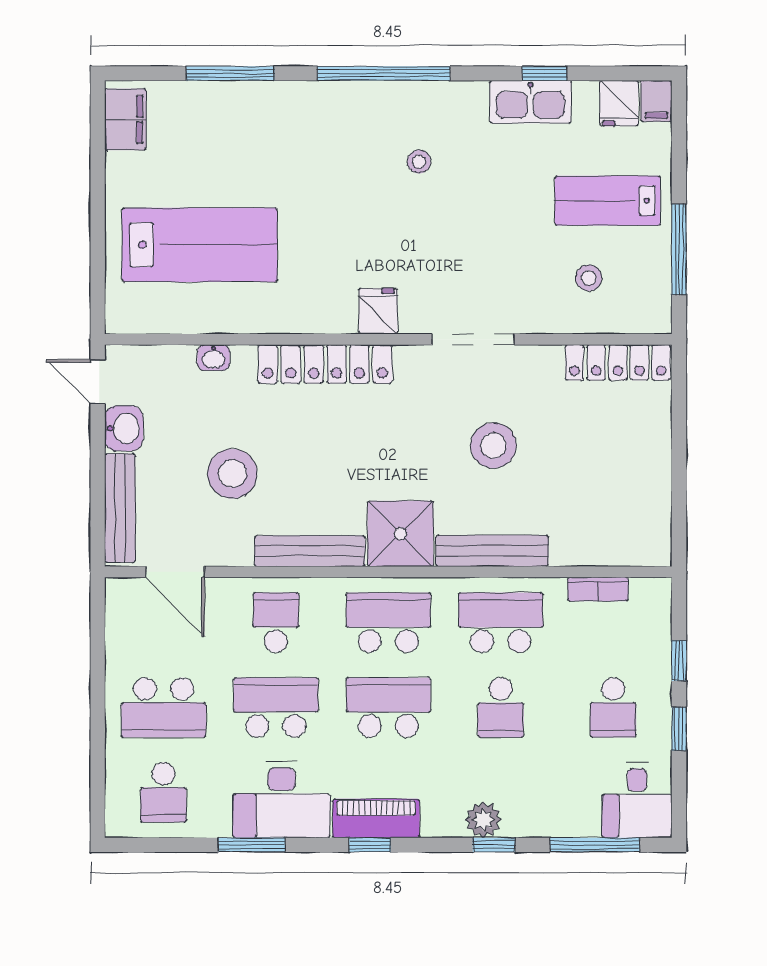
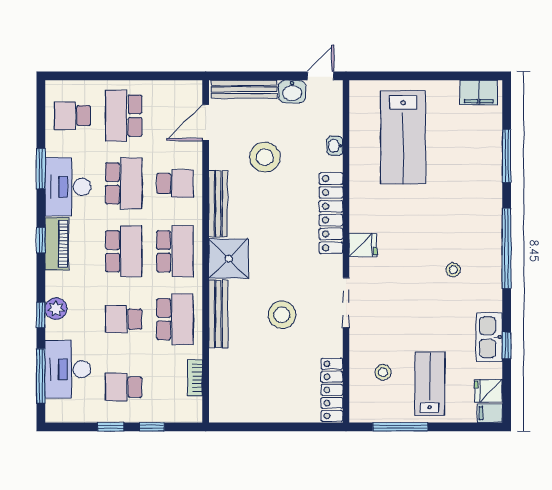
desk: (637, 800) -> (68, 369), moved, width x1.37

